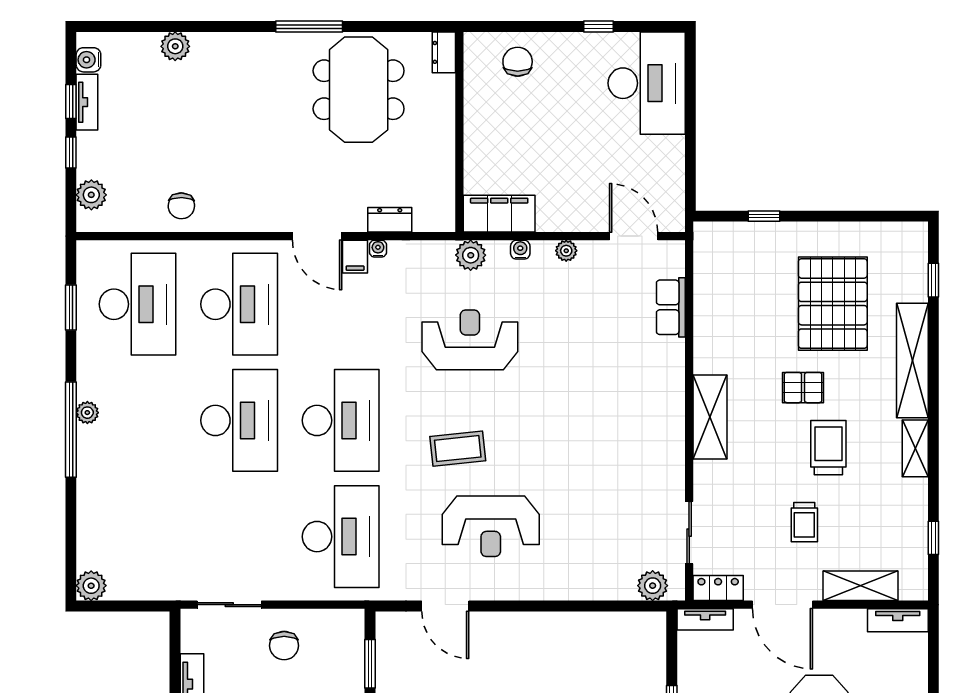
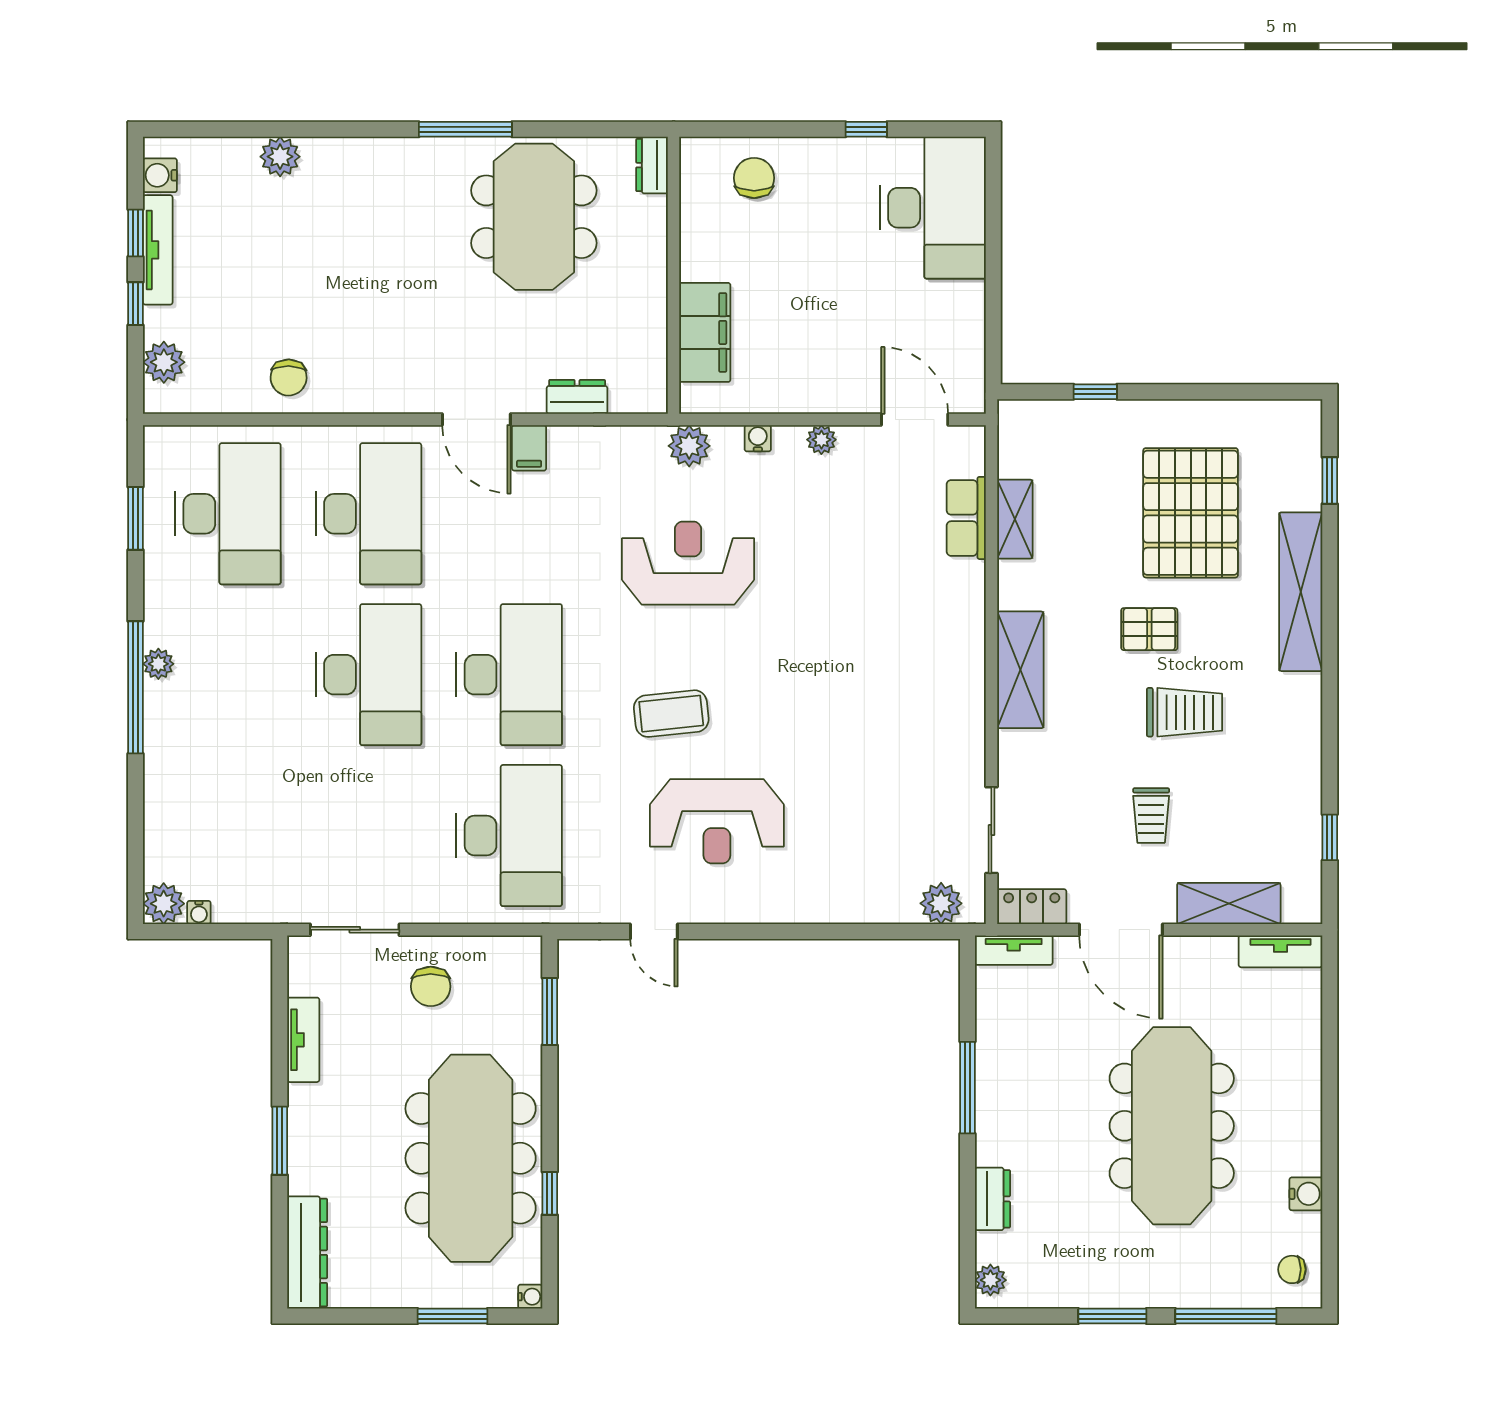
tv unit: (87, 102) -> (158, 250), width x1.41
filing cabinet: (499, 214) -> (705, 332), moved, turned 90
water cooler: (378, 249) -> (199, 912), moved, turned 180
trolley: (828, 448) -> (1184, 712), turned 90
shelving: (915, 448) -> (1015, 519), moved
door: (445, 606) -> (654, 932), width x0.73

